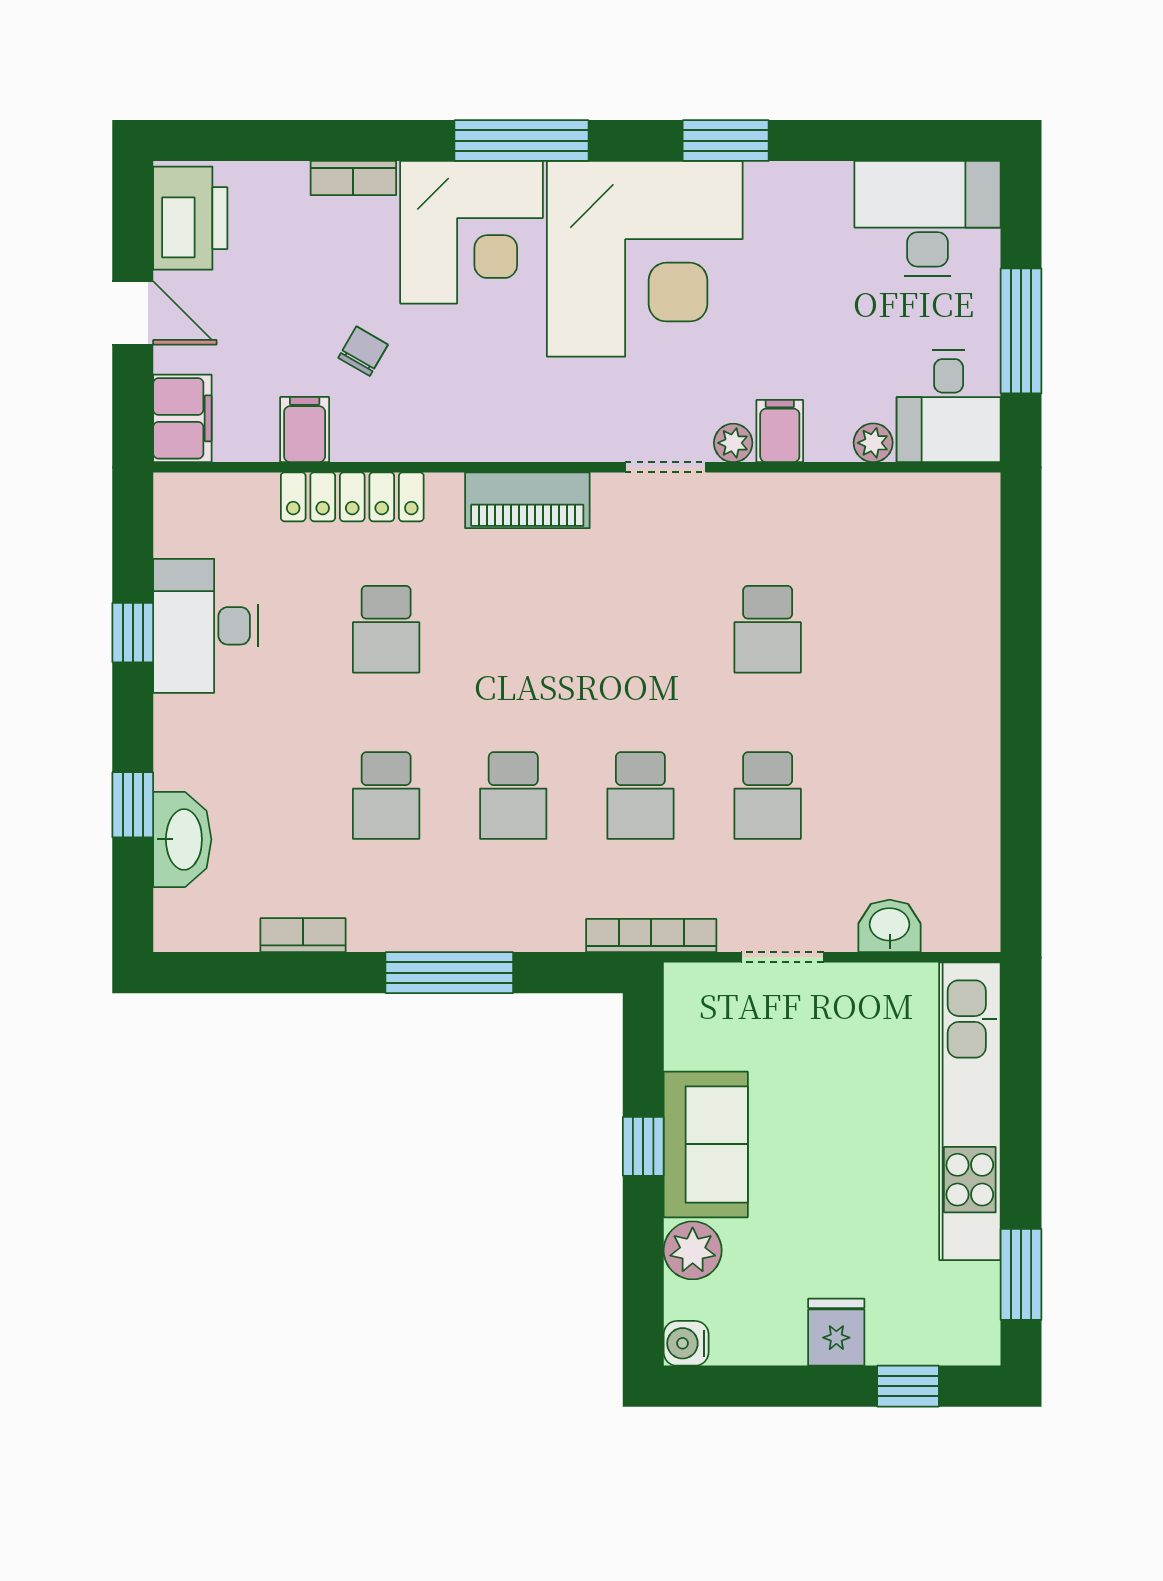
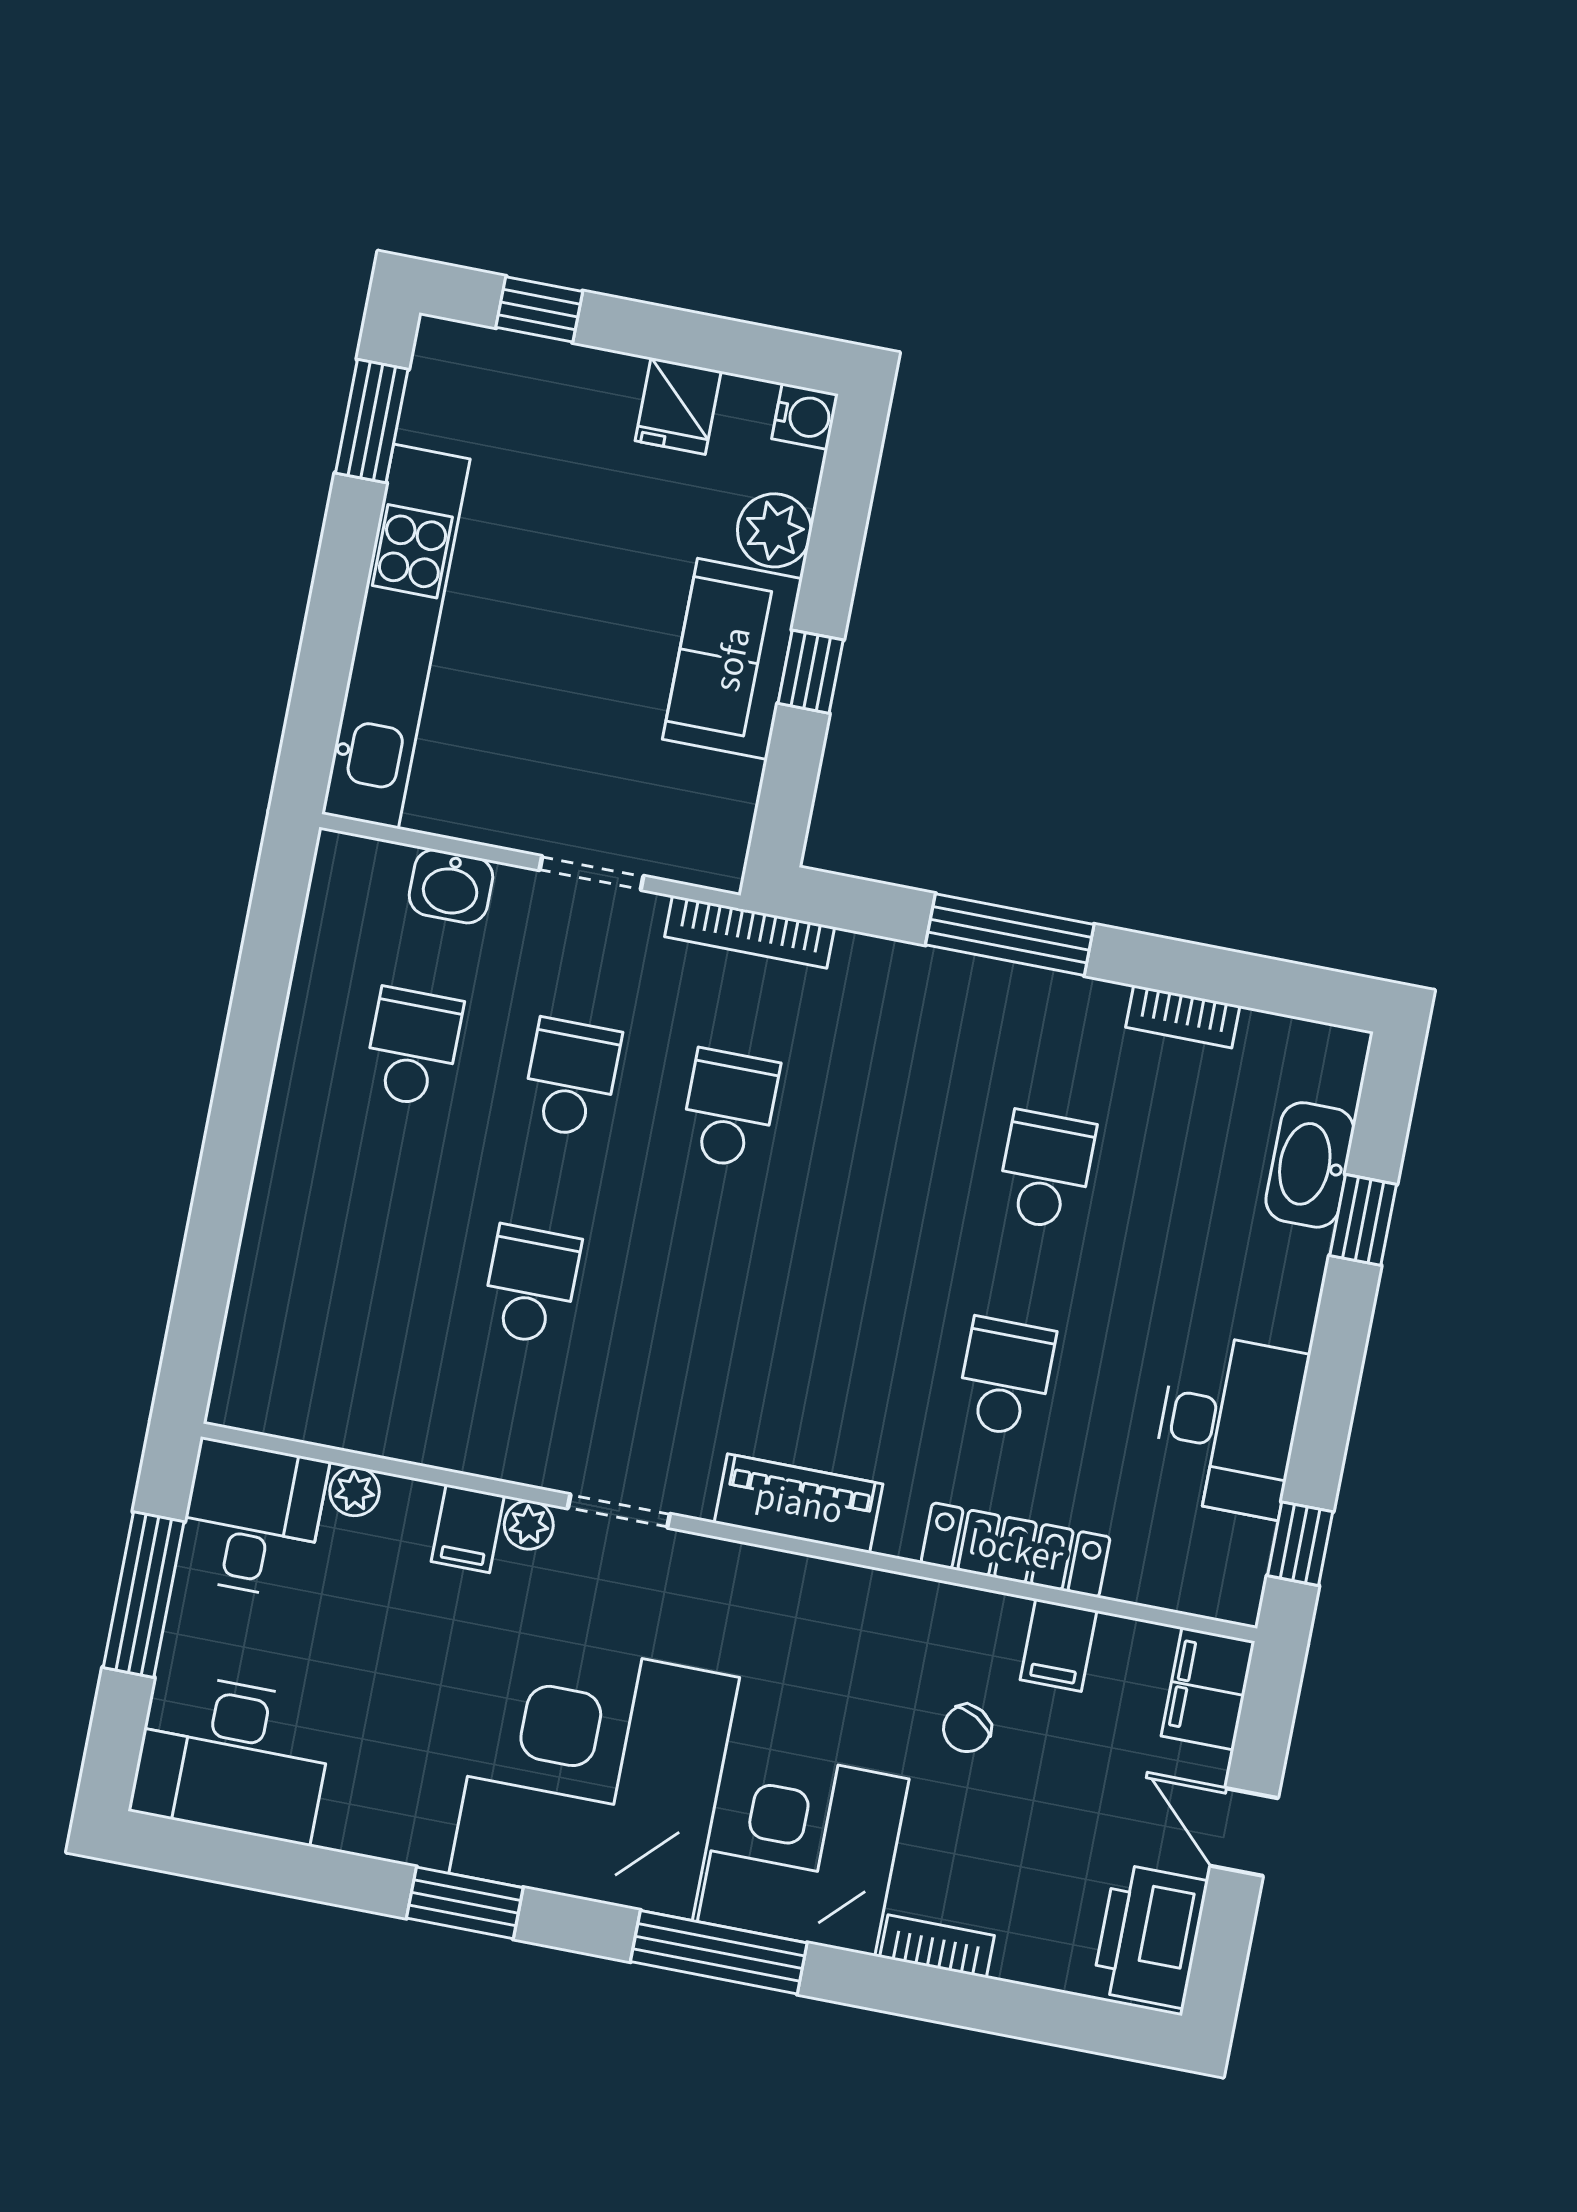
window: (133, 633) -> (1300, 1544), moved
school desk: (513, 795) -> (413, 1047), moved
fridge: (836, 1332) -> (678, 406), moved

